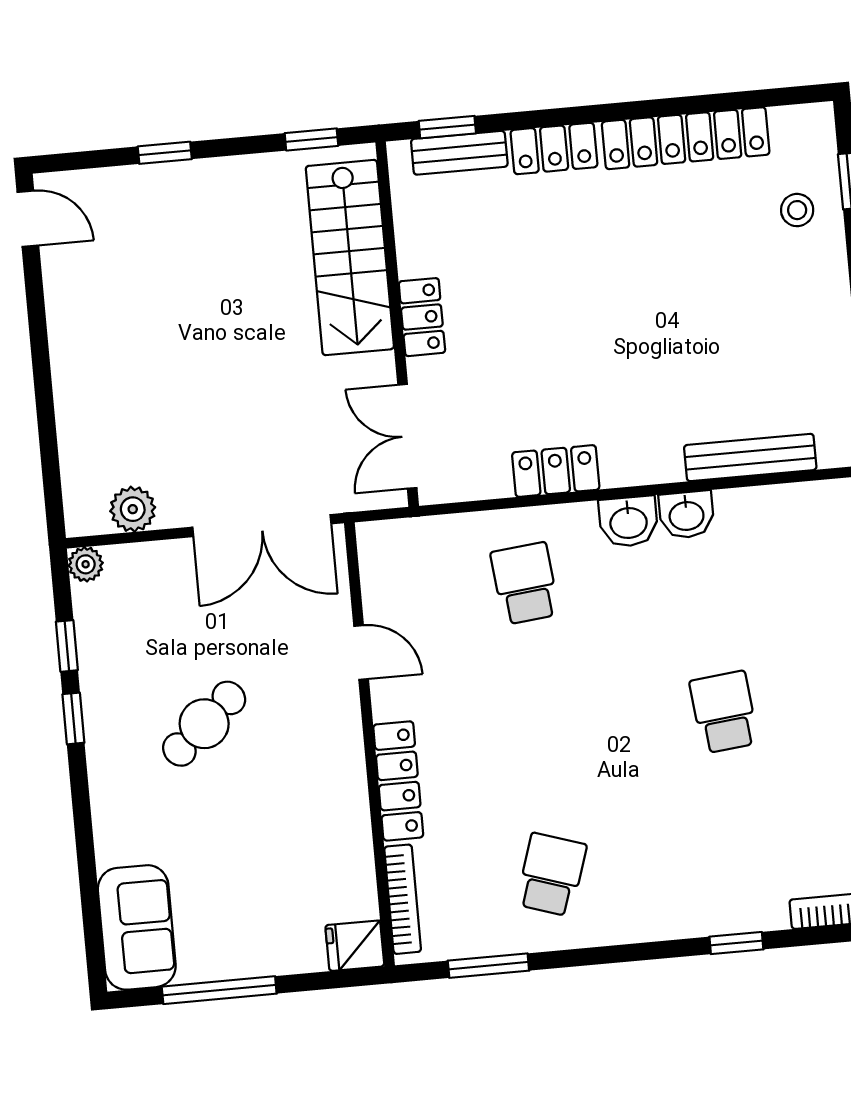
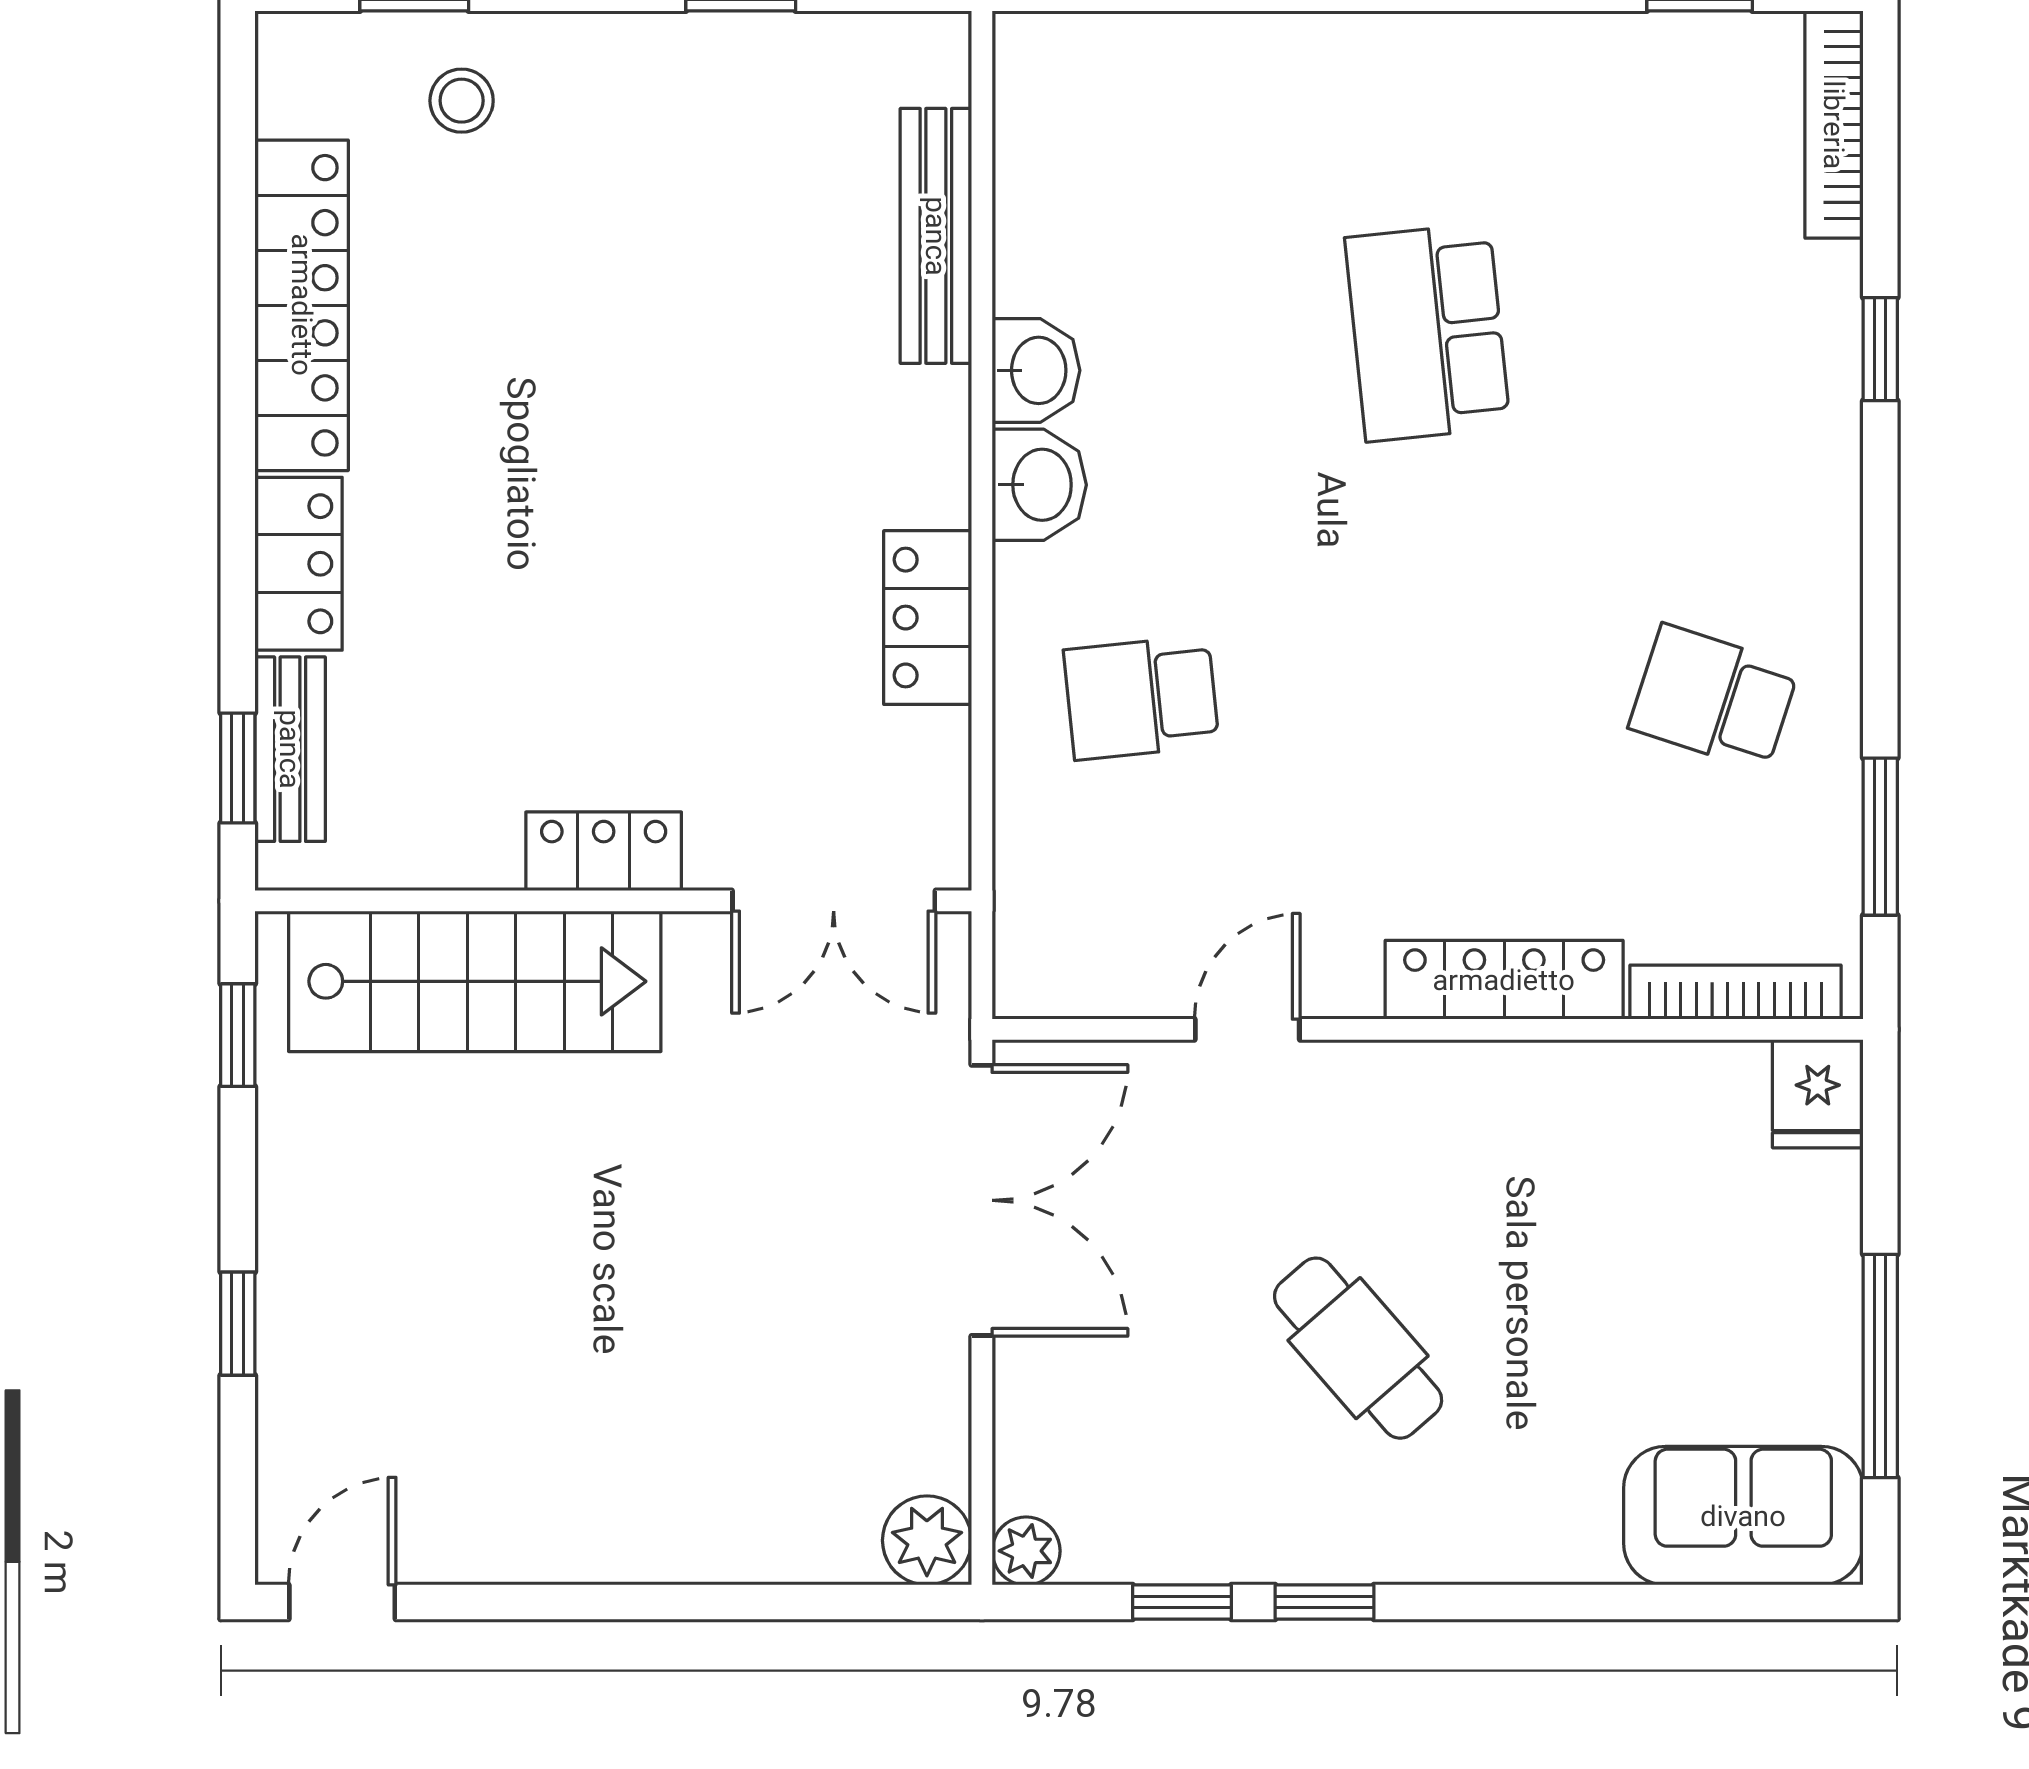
plant: (133, 509) -> (927, 1540), moved
school desk: (724, 712) -> (1428, 332), width x1.85

